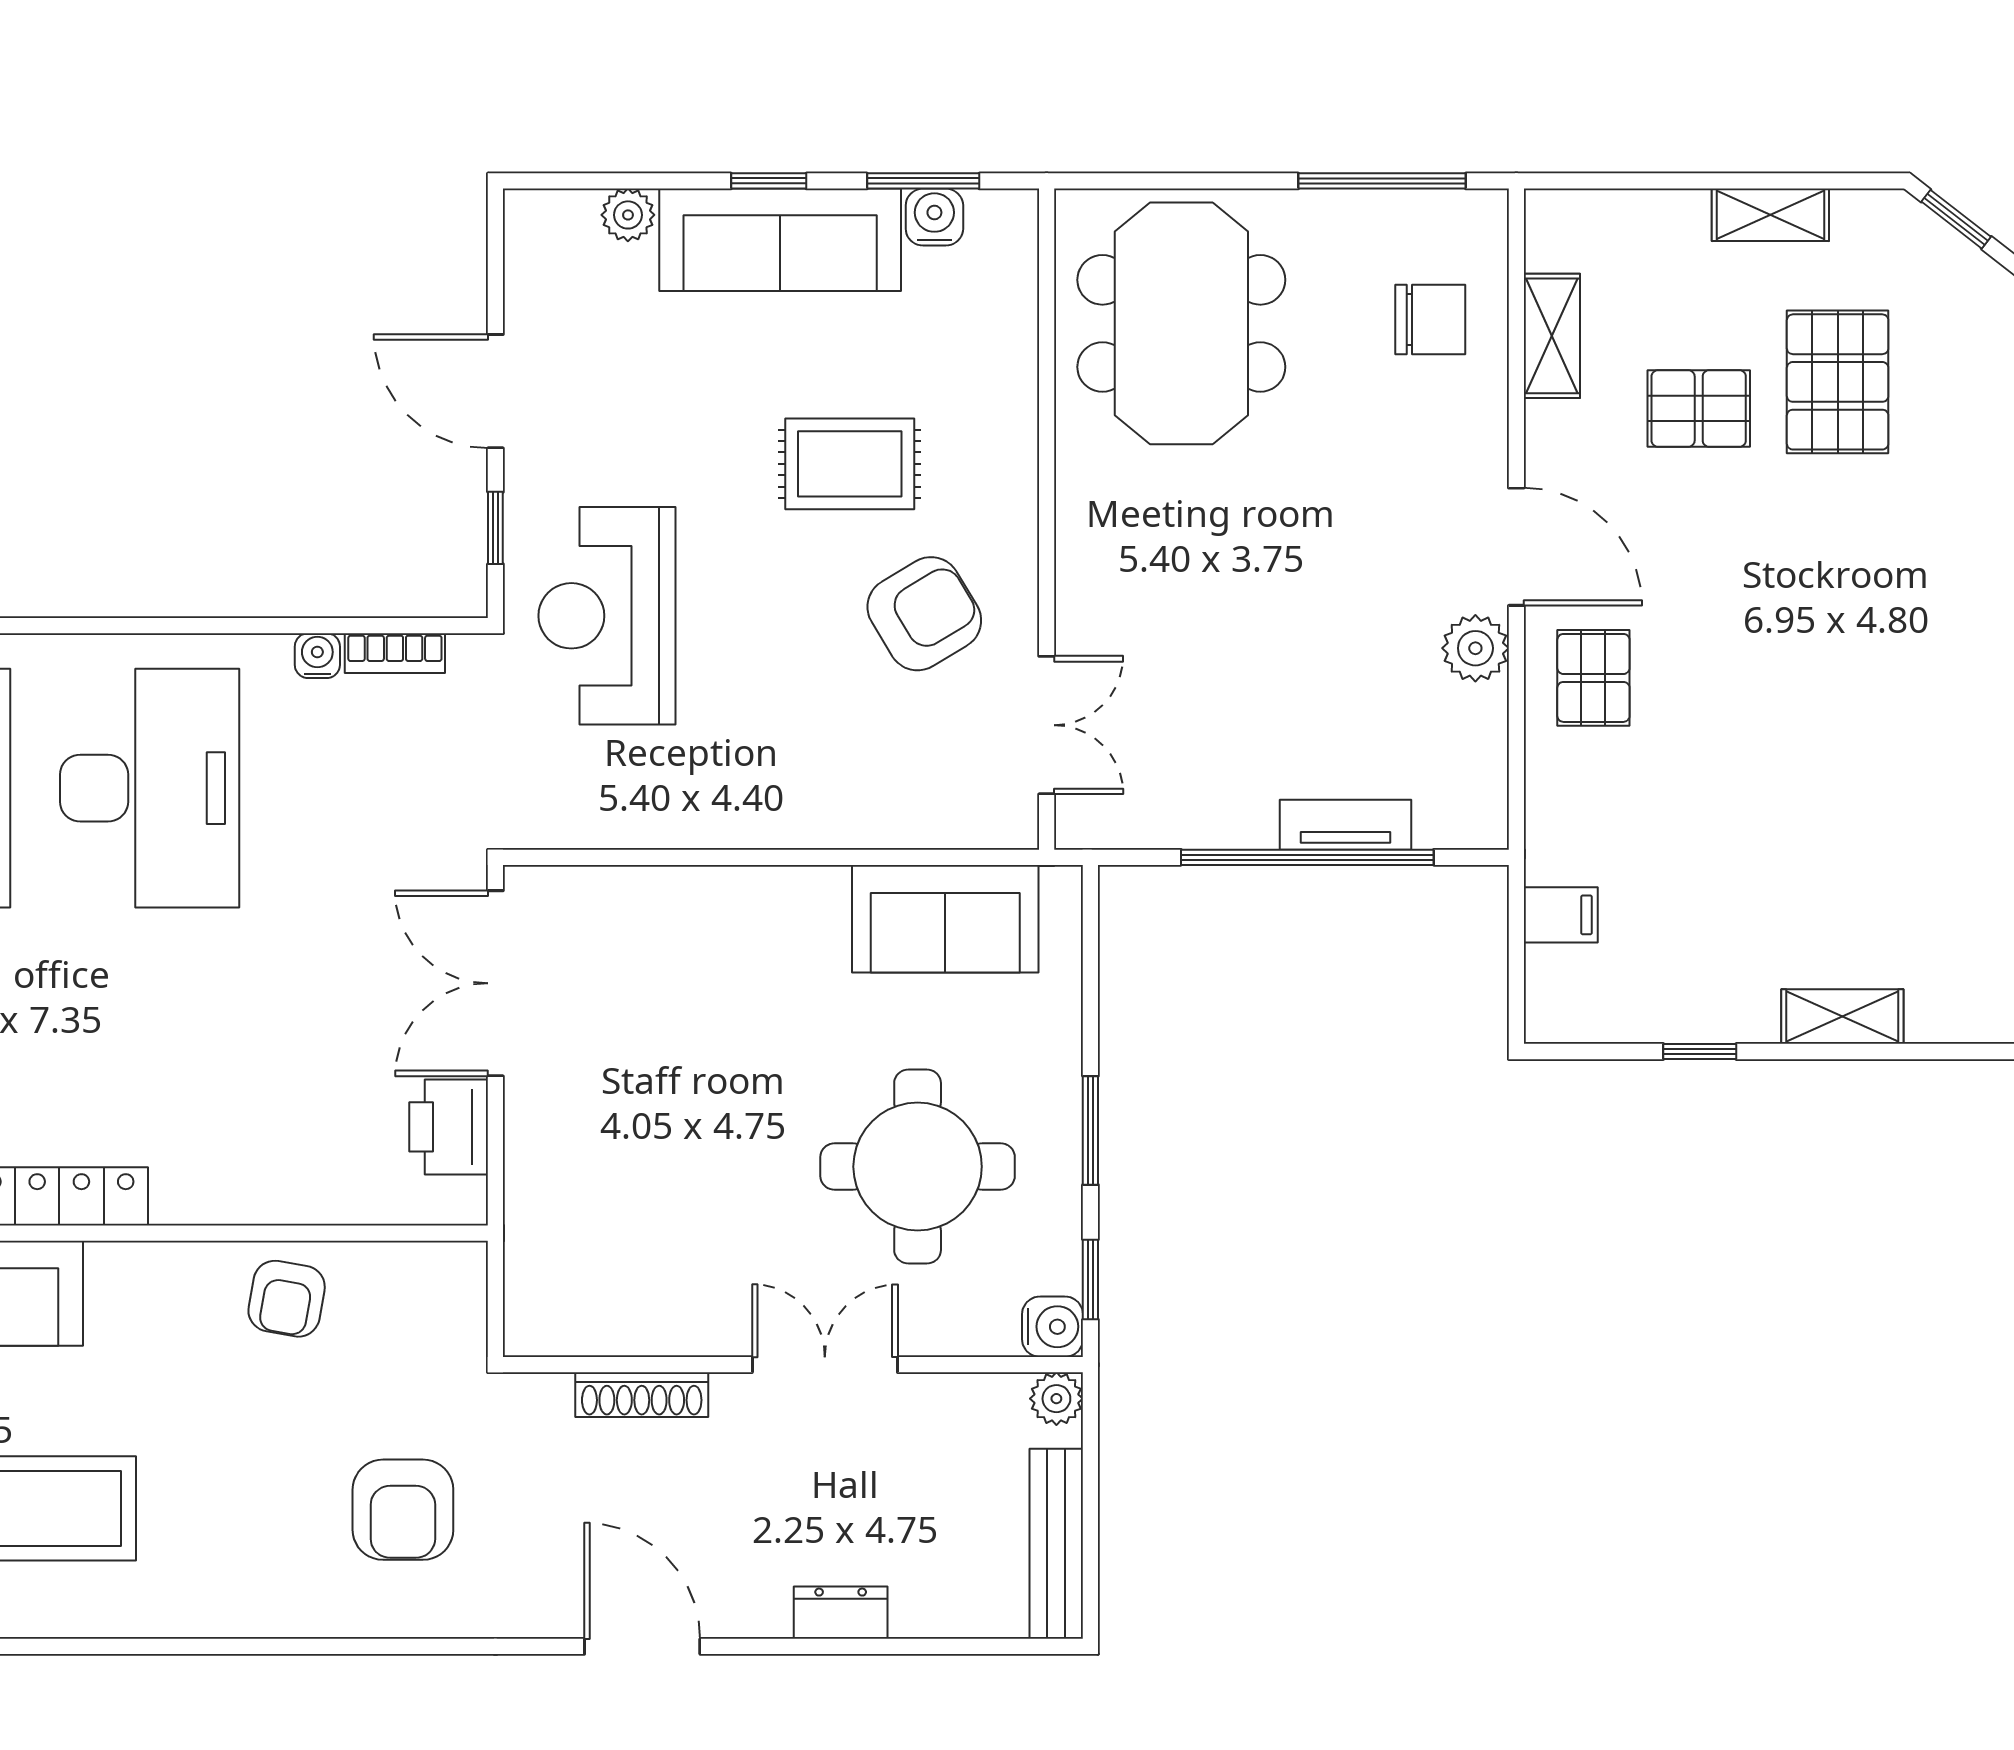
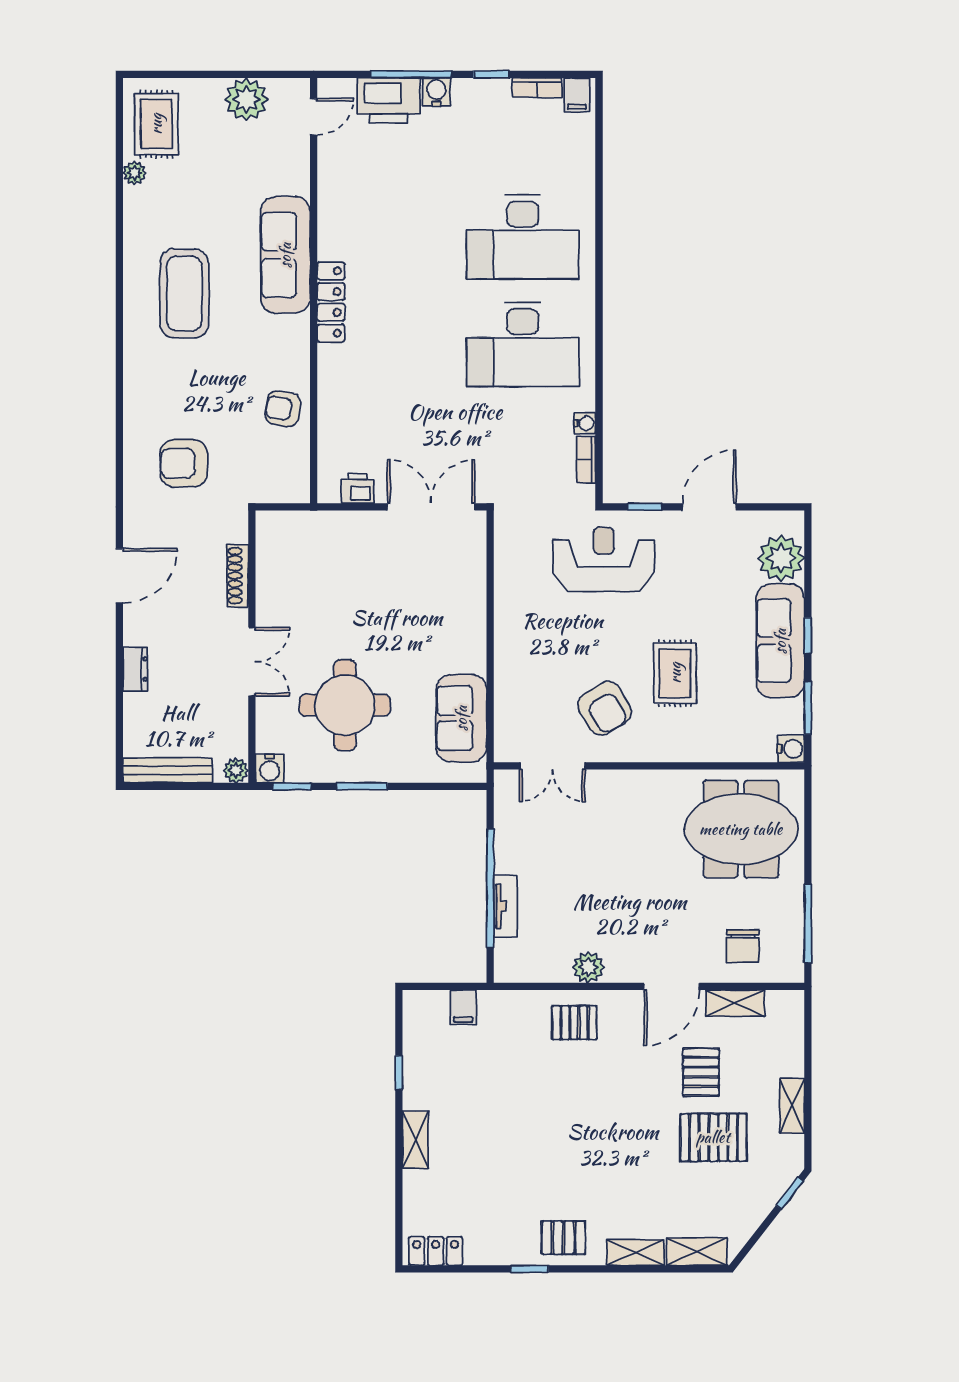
plant: (628, 215) -> (781, 558), width x1.88, depth x1.88
water cooler: (934, 217) -> (791, 749), moved
door: (1516, 547) -> (672, 986), moved
printer: (449, 1127) -> (358, 488), width x0.73, depth x0.81

